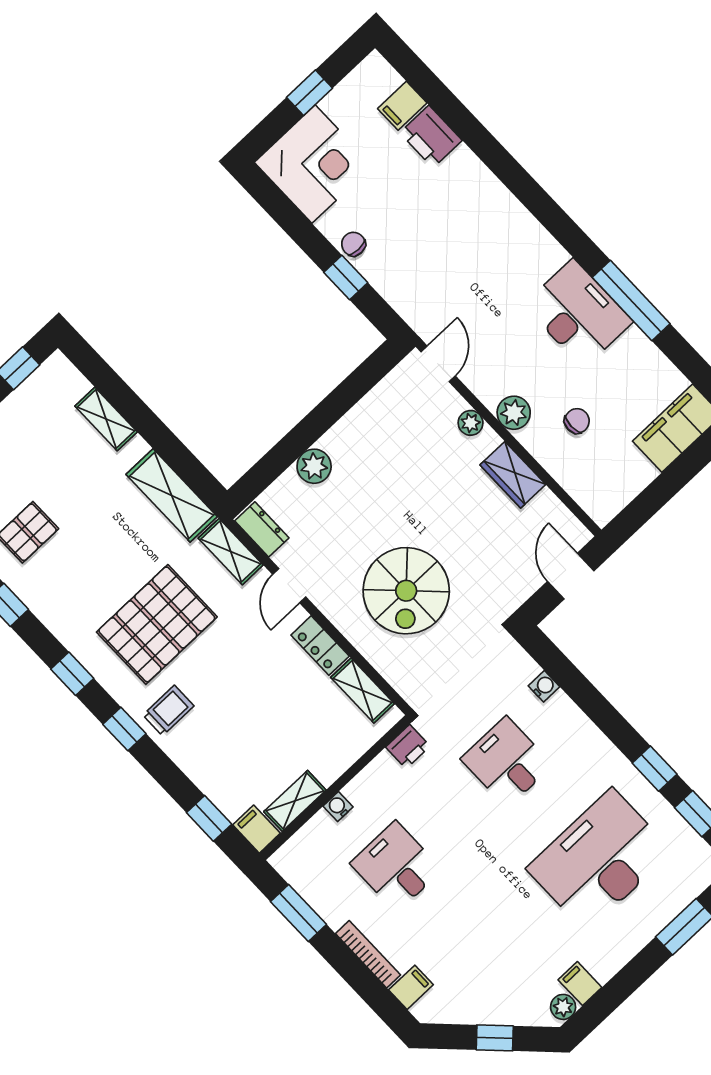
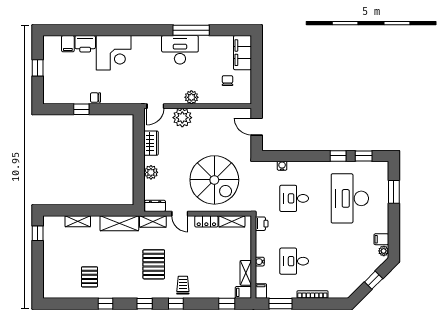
corner desk: (314, 164) -> (114, 53), moved, turned 90
window: (346, 277) -> (81, 109), moved
door: (438, 364) -> (155, 106), swing flipped
chair: (577, 421) -> (227, 81), moved
plant: (471, 423) -> (182, 118), width x1.88, depth x1.88
wardrobe: (513, 475) -> (151, 143), moved, turned -90
spiral stairs: (406, 591) -> (214, 180), width x1.37, depth x1.37
pallet: (157, 624) -> (154, 264), width x0.73, depth x0.71
filing cabinet: (411, 987) -> (261, 291), moved

